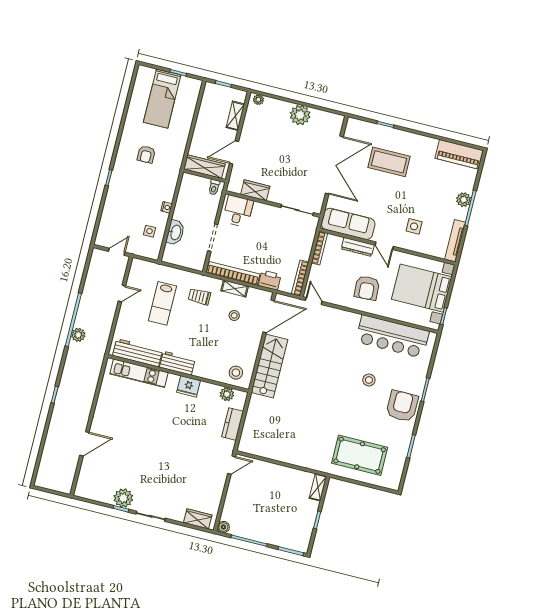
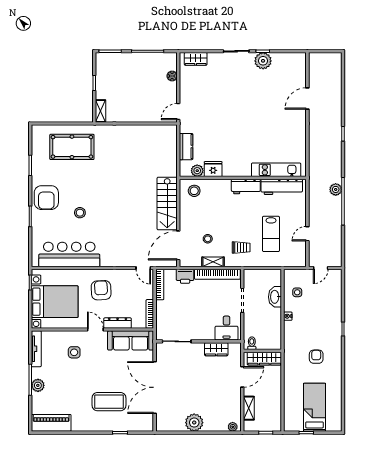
lab bench: (162, 303) -> (271, 234), turned 180
fridge: (189, 386) -> (213, 169), moved
boiler: (223, 527) -> (172, 76), moved

